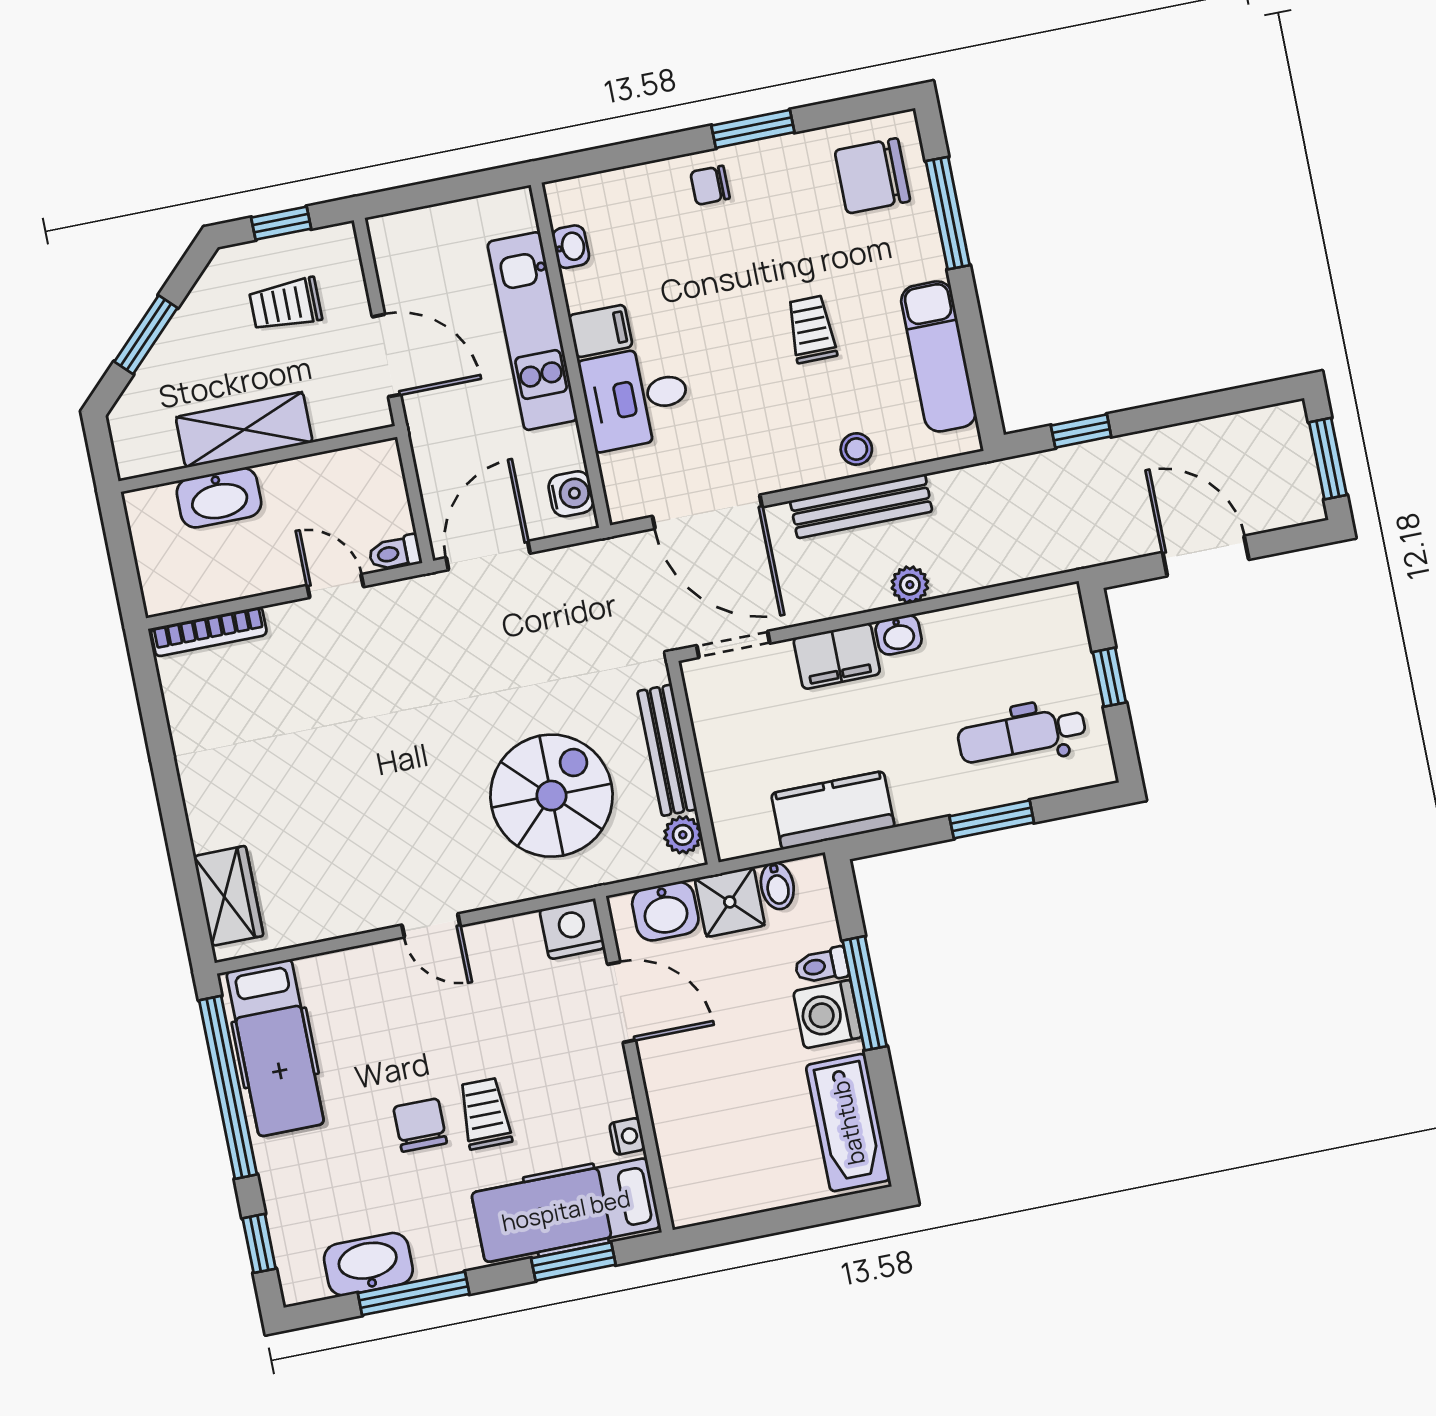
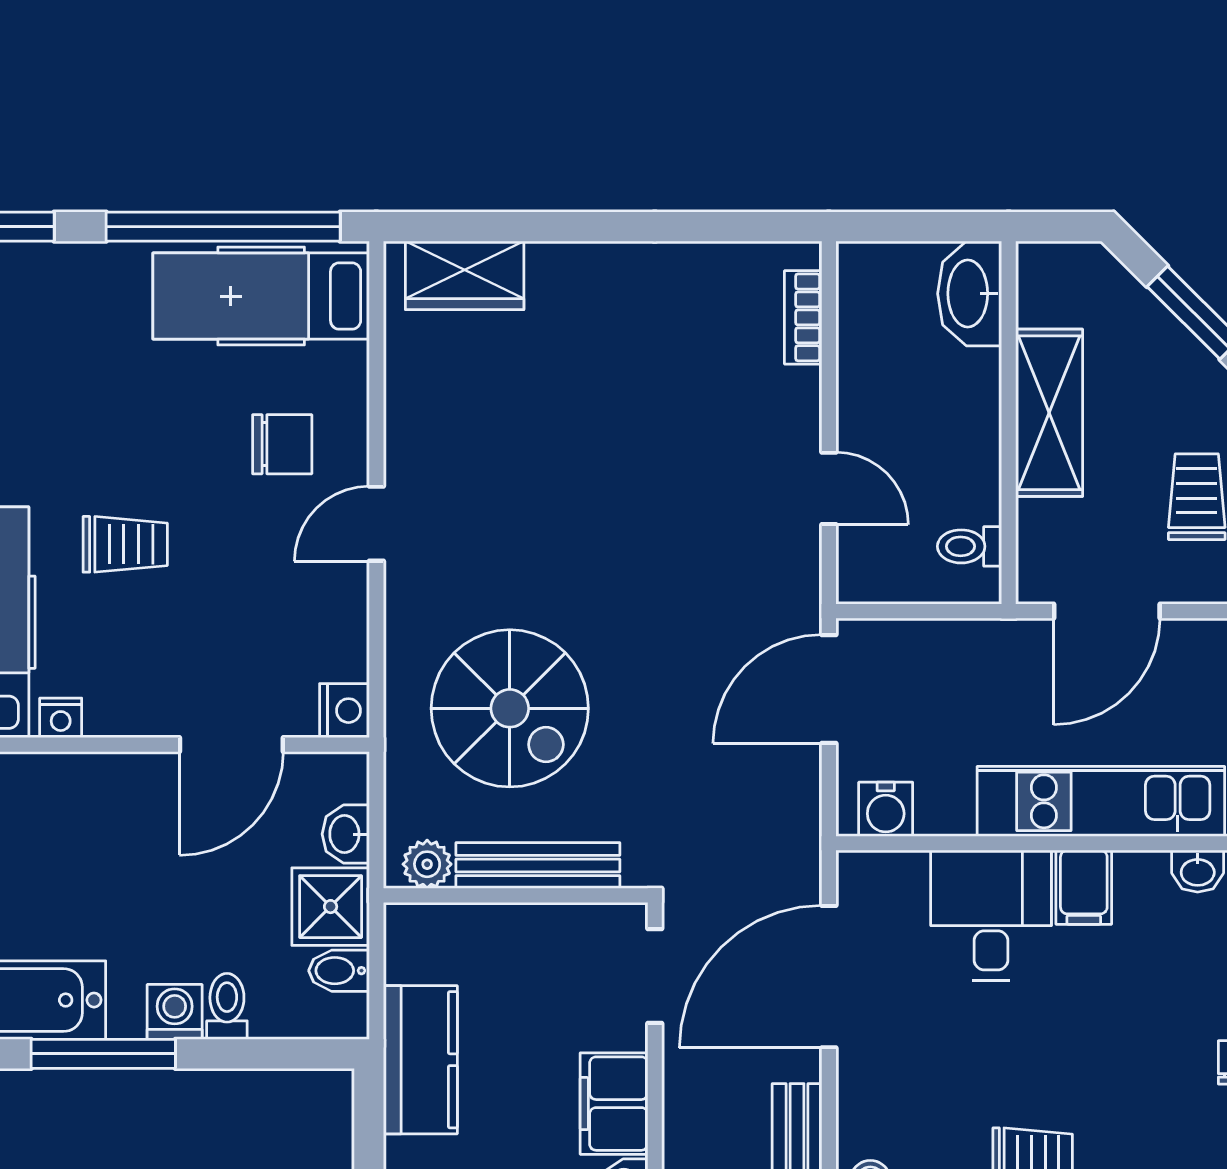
washbasin: (219, 498) -> (970, 294), moved
toilet: (395, 553) -> (970, 546), moved, turned -90
door: (488, 555) -> (829, 689), swing flipped
door: (335, 586) -> (829, 488), hinge flipped
bookcase: (209, 632) -> (803, 317), width x0.64
washbasin: (665, 911) -> (346, 834), width x0.72, depth x0.69
nightstand: (572, 929) -> (344, 711), width x0.74, depth x0.75
window: (865, 993) -> (103, 1054), moved
washing machine: (827, 1014) -> (175, 1012), width x0.73, depth x0.73
chair: (420, 1125) -> (282, 444), moved

